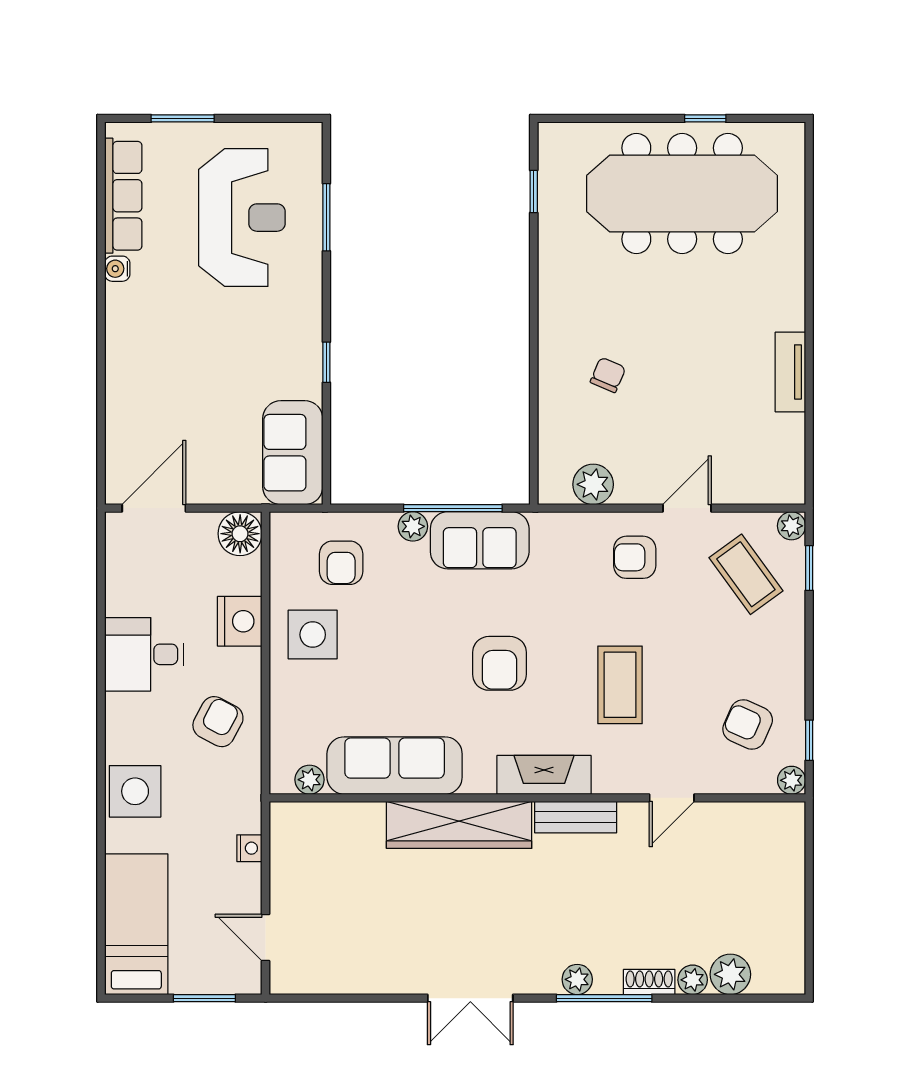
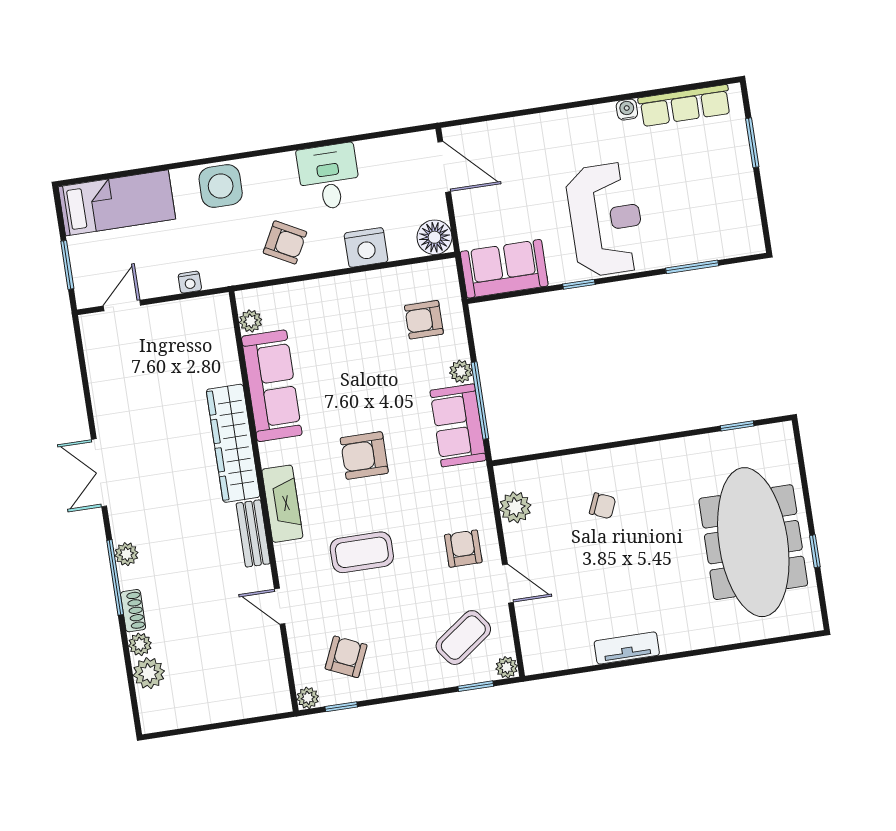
reception desk: (242, 218) -> (606, 219), moved, turned -90
side table: (313, 635) -> (364, 306), removed

